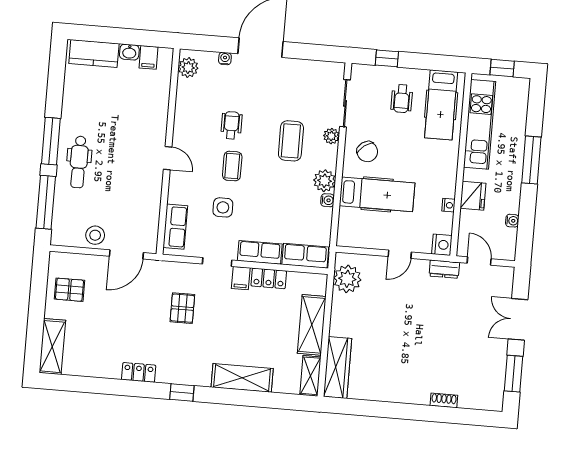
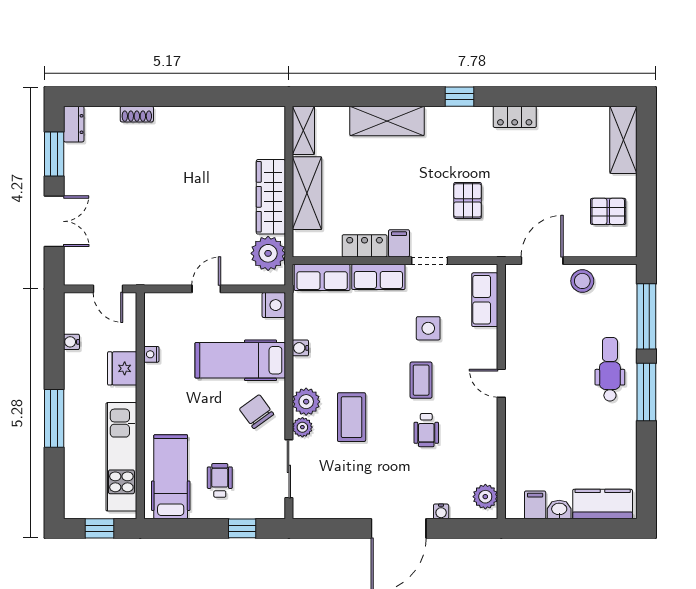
plant: (324, 181) -> (306, 402), moved
nightstand: (442, 245) -> (274, 305), moved, turned 180
dresser: (444, 269) -> (74, 124), moved, turned 90
wardrobe: (338, 368) -> (271, 197), moved

